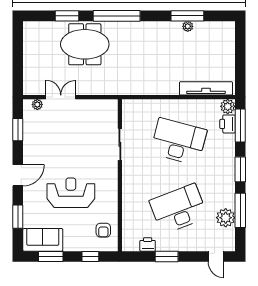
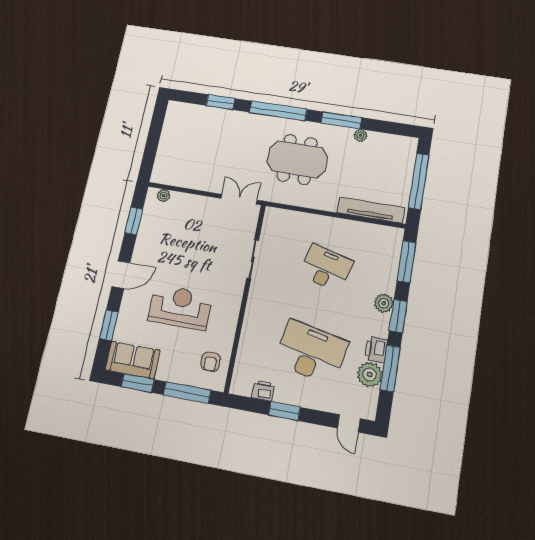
window: (187, 16) -> (341, 120), moved
meeting table: (85, 44) -> (297, 159), moved
window: (240, 58) -> (419, 181), added
double door: (61, 97) -> (239, 199), moved
plant: (228, 106) -> (384, 303), moved
printer: (228, 124) -> (376, 350), moved
desk: (178, 141) -> (326, 268), width x0.73, depth x0.77
desk: (178, 209) -> (311, 352), turned 33
window: (90, 257) -> (187, 393), width x2.17

